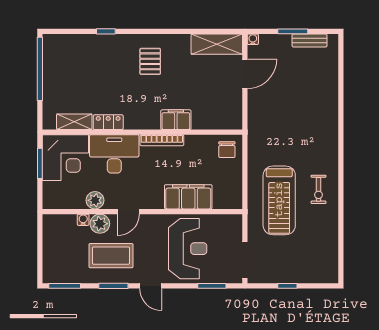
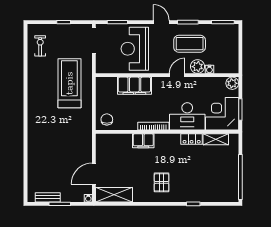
exercise bike: (319, 189) -> (40, 46), moved
plant: (95, 200) -> (232, 83), moved

